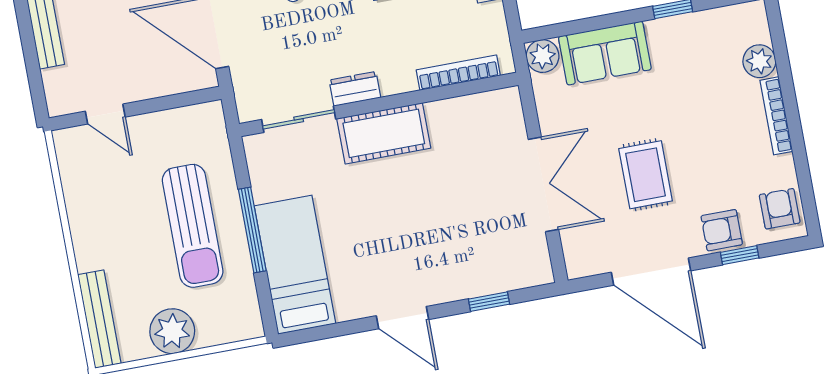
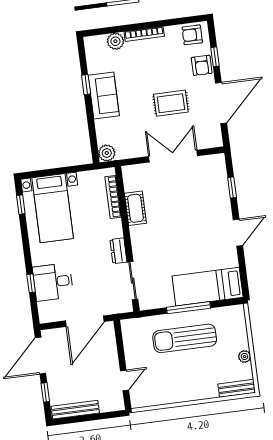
sofa: (605, 53) -> (104, 96), moved
cot: (384, 133) -> (135, 208), moved, width x0.73, depth x0.75
sun lounger: (193, 226) -> (185, 338), turned 180
bench: (99, 319) -> (237, 388), width x0.73
plant: (172, 331) -> (245, 357), width x0.53, depth x0.53

